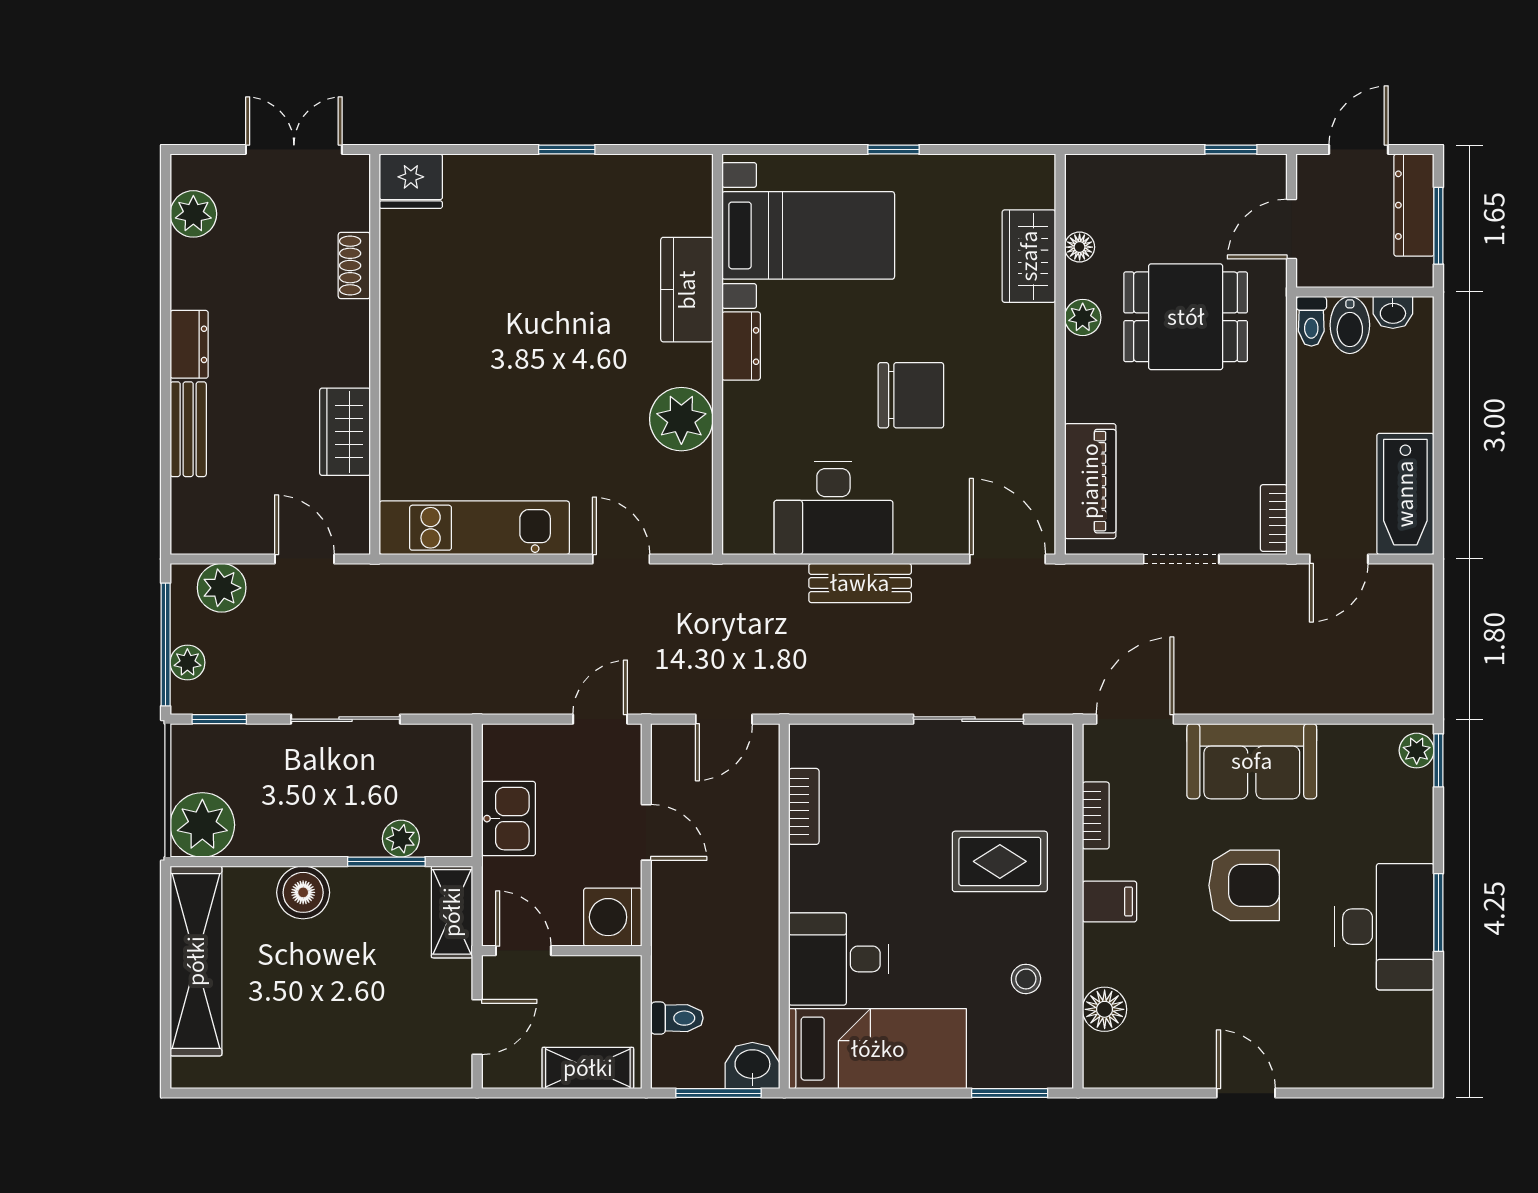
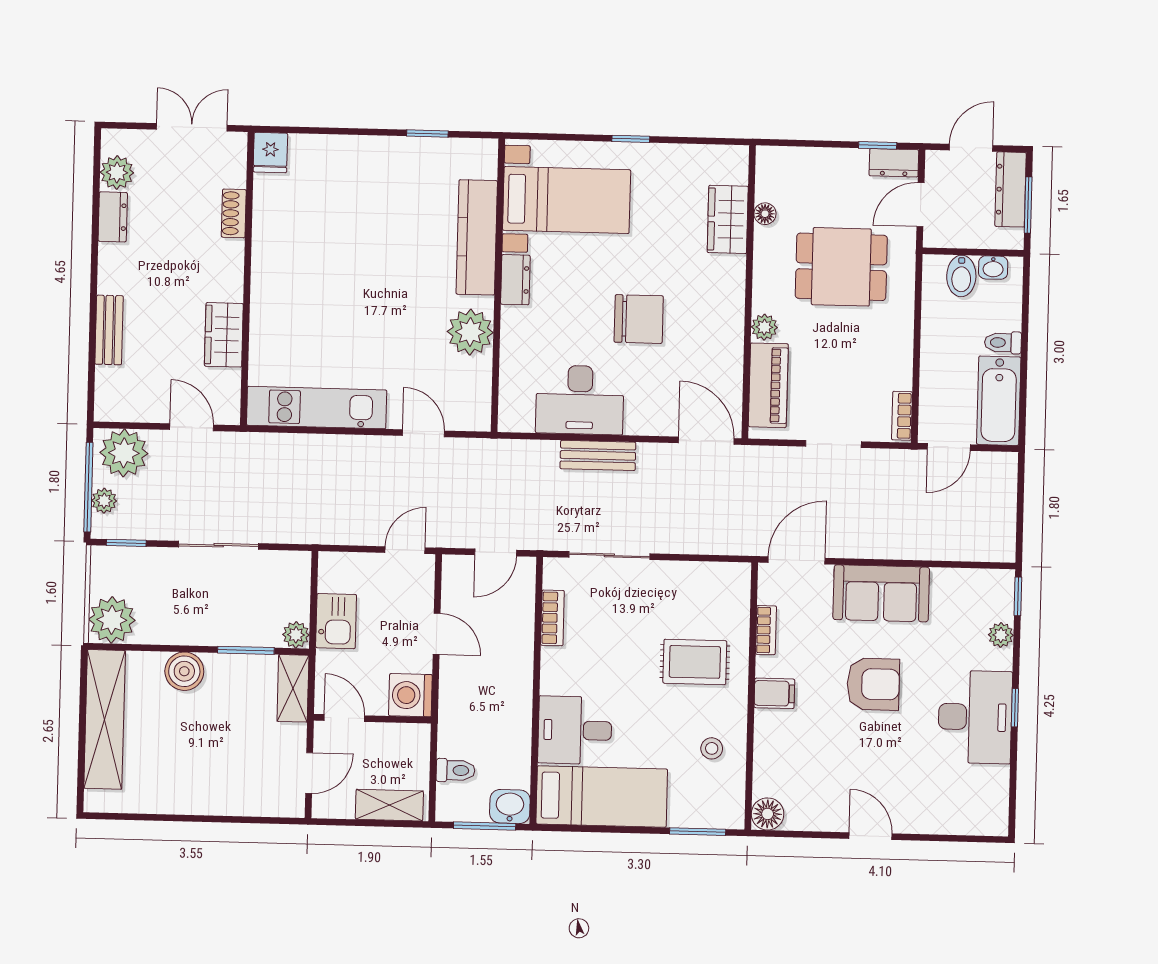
window: (567, 150) -> (427, 133), moved
dresser: (1254, 173) -> (894, 163), added
fridge: (411, 181) -> (270, 153), width x0.72
kitchen counter: (687, 290) -> (477, 237), width x1.50
plant: (1083, 317) -> (764, 327), moved
toilet: (1311, 321) -> (1003, 343), moved, turned 90
dresser: (189, 344) -> (113, 217), moved
plant: (222, 588) -> (124, 453), width x1.36, depth x1.36
sliding door: (969, 719) -> (609, 555), moved
plant: (1417, 751) -> (1001, 635), moved
plant: (401, 839) -> (296, 635), moved
window: (1438, 913) -> (1015, 708), width x0.67
floor lamp: (1105, 1009) -> (768, 814), moved

